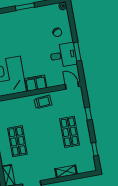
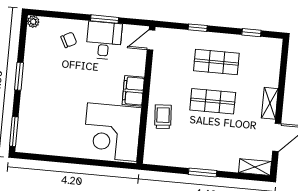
trolley: (43, 102) -> (163, 117), moved
shop shelf: (17, 141) -> (213, 101), moved
shelving: (66, 171) -> (270, 103), moved

